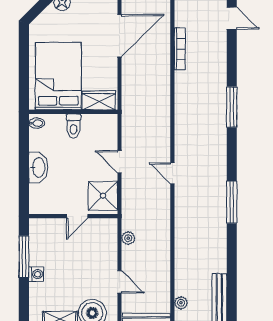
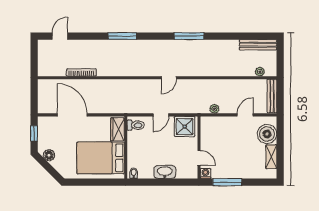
toilet: (74, 126) -> (136, 125), moved
door: (77, 216) -> (199, 158), moved
washing machine: (36, 274) -> (206, 173), moved

